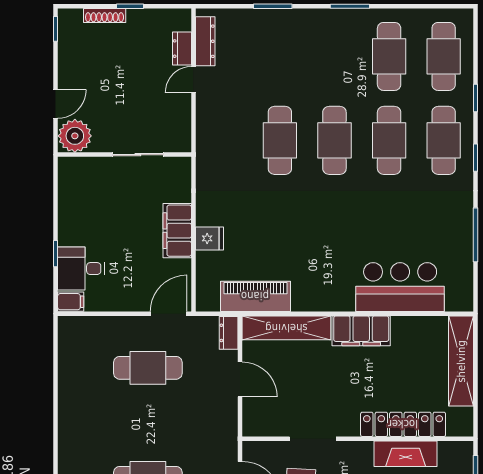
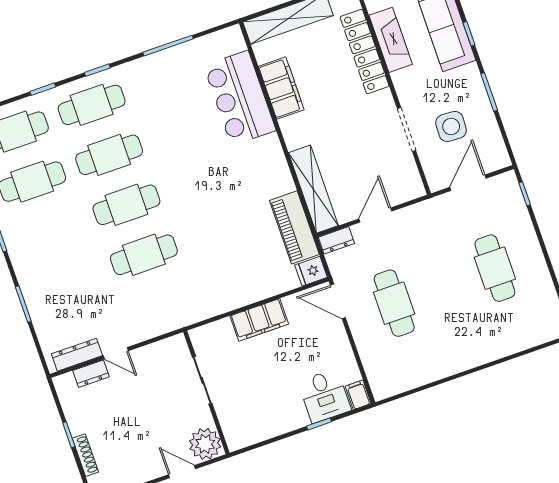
fridge: (209, 238) -> (311, 271), moved, turned -90
filing cabinet: (361, 331) -> (281, 88), moved

